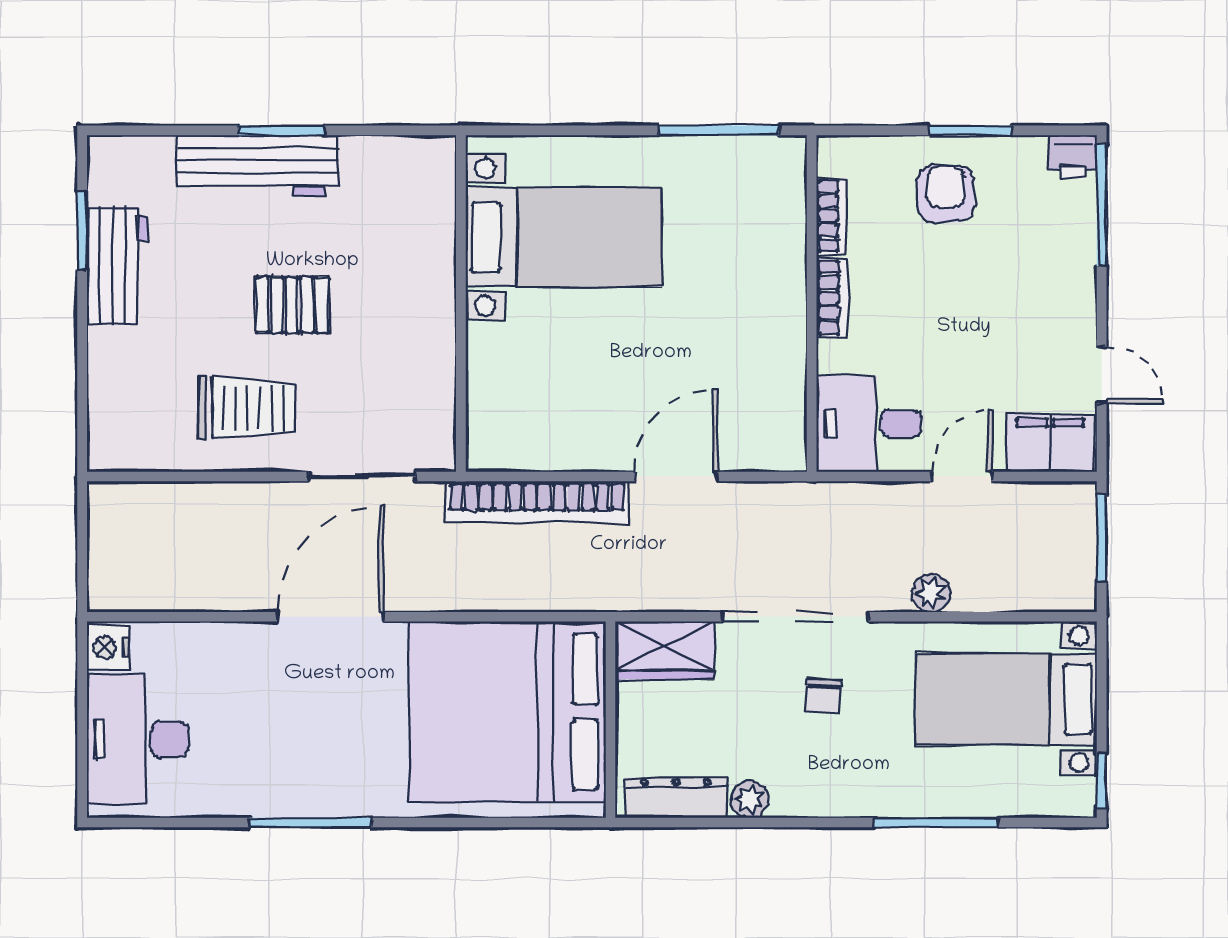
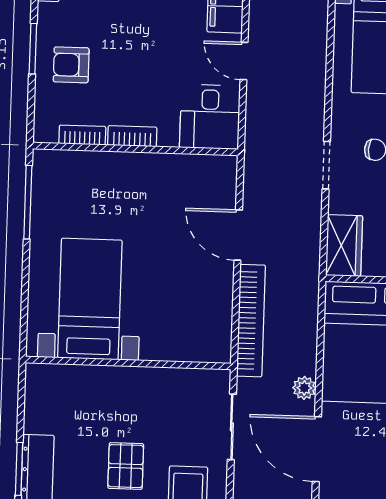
plant: (931, 593) -> (304, 388), moved
doorway: (795, 617) -> (326, 165), width x0.53

